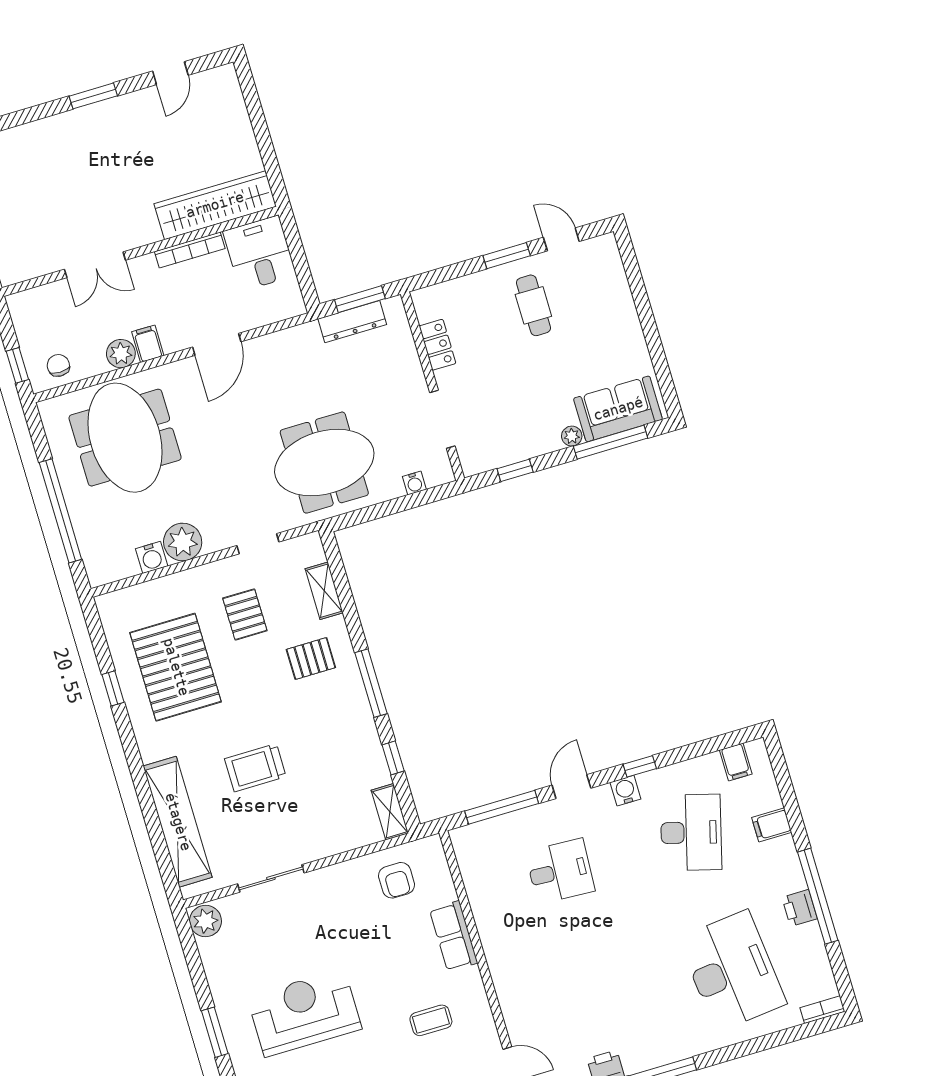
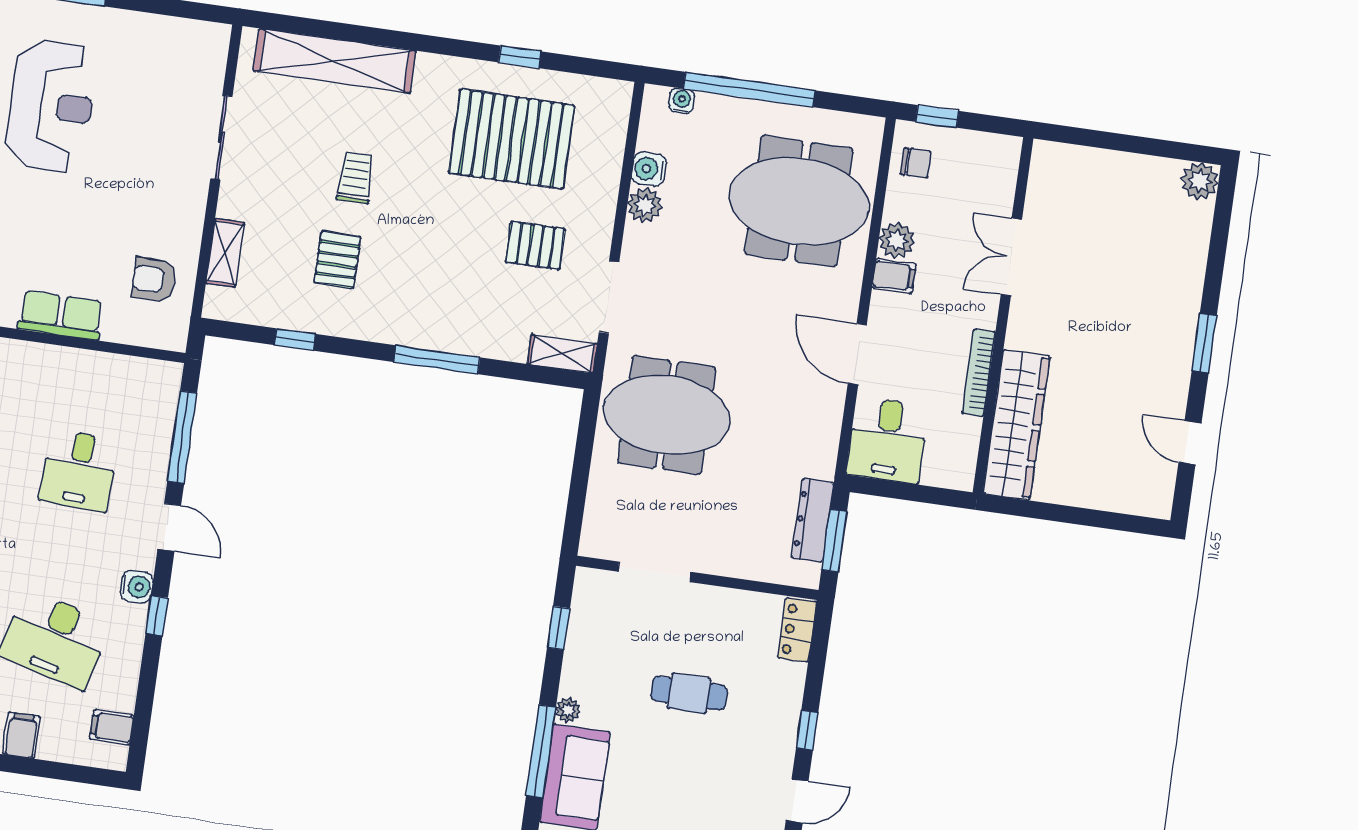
desk: (260, 253) -> (887, 440), moved, turned 90
window: (507, 256) -> (807, 730), width x0.67
cafe table: (533, 305) -> (689, 693), moved
locker: (437, 345) -> (797, 630), moved, turned 90
meeting table: (324, 463) -> (667, 415), turned 90
water cooler: (414, 483) -> (682, 101), moved, turned 90
plant: (183, 542) -> (645, 205), width x0.73, depth x0.73
doorway: (258, 544) -> (609, 297), width x1.38
shelving: (324, 591) -> (562, 354), moved
pallet: (311, 659) -> (337, 260), moved
window: (371, 683) -> (437, 360), moved
trolley: (255, 768) -> (356, 178), width x0.73, depth x0.72
shelving: (390, 812) -> (225, 253), moved, turned 90
plant: (205, 921) -> (207, 41), removed

